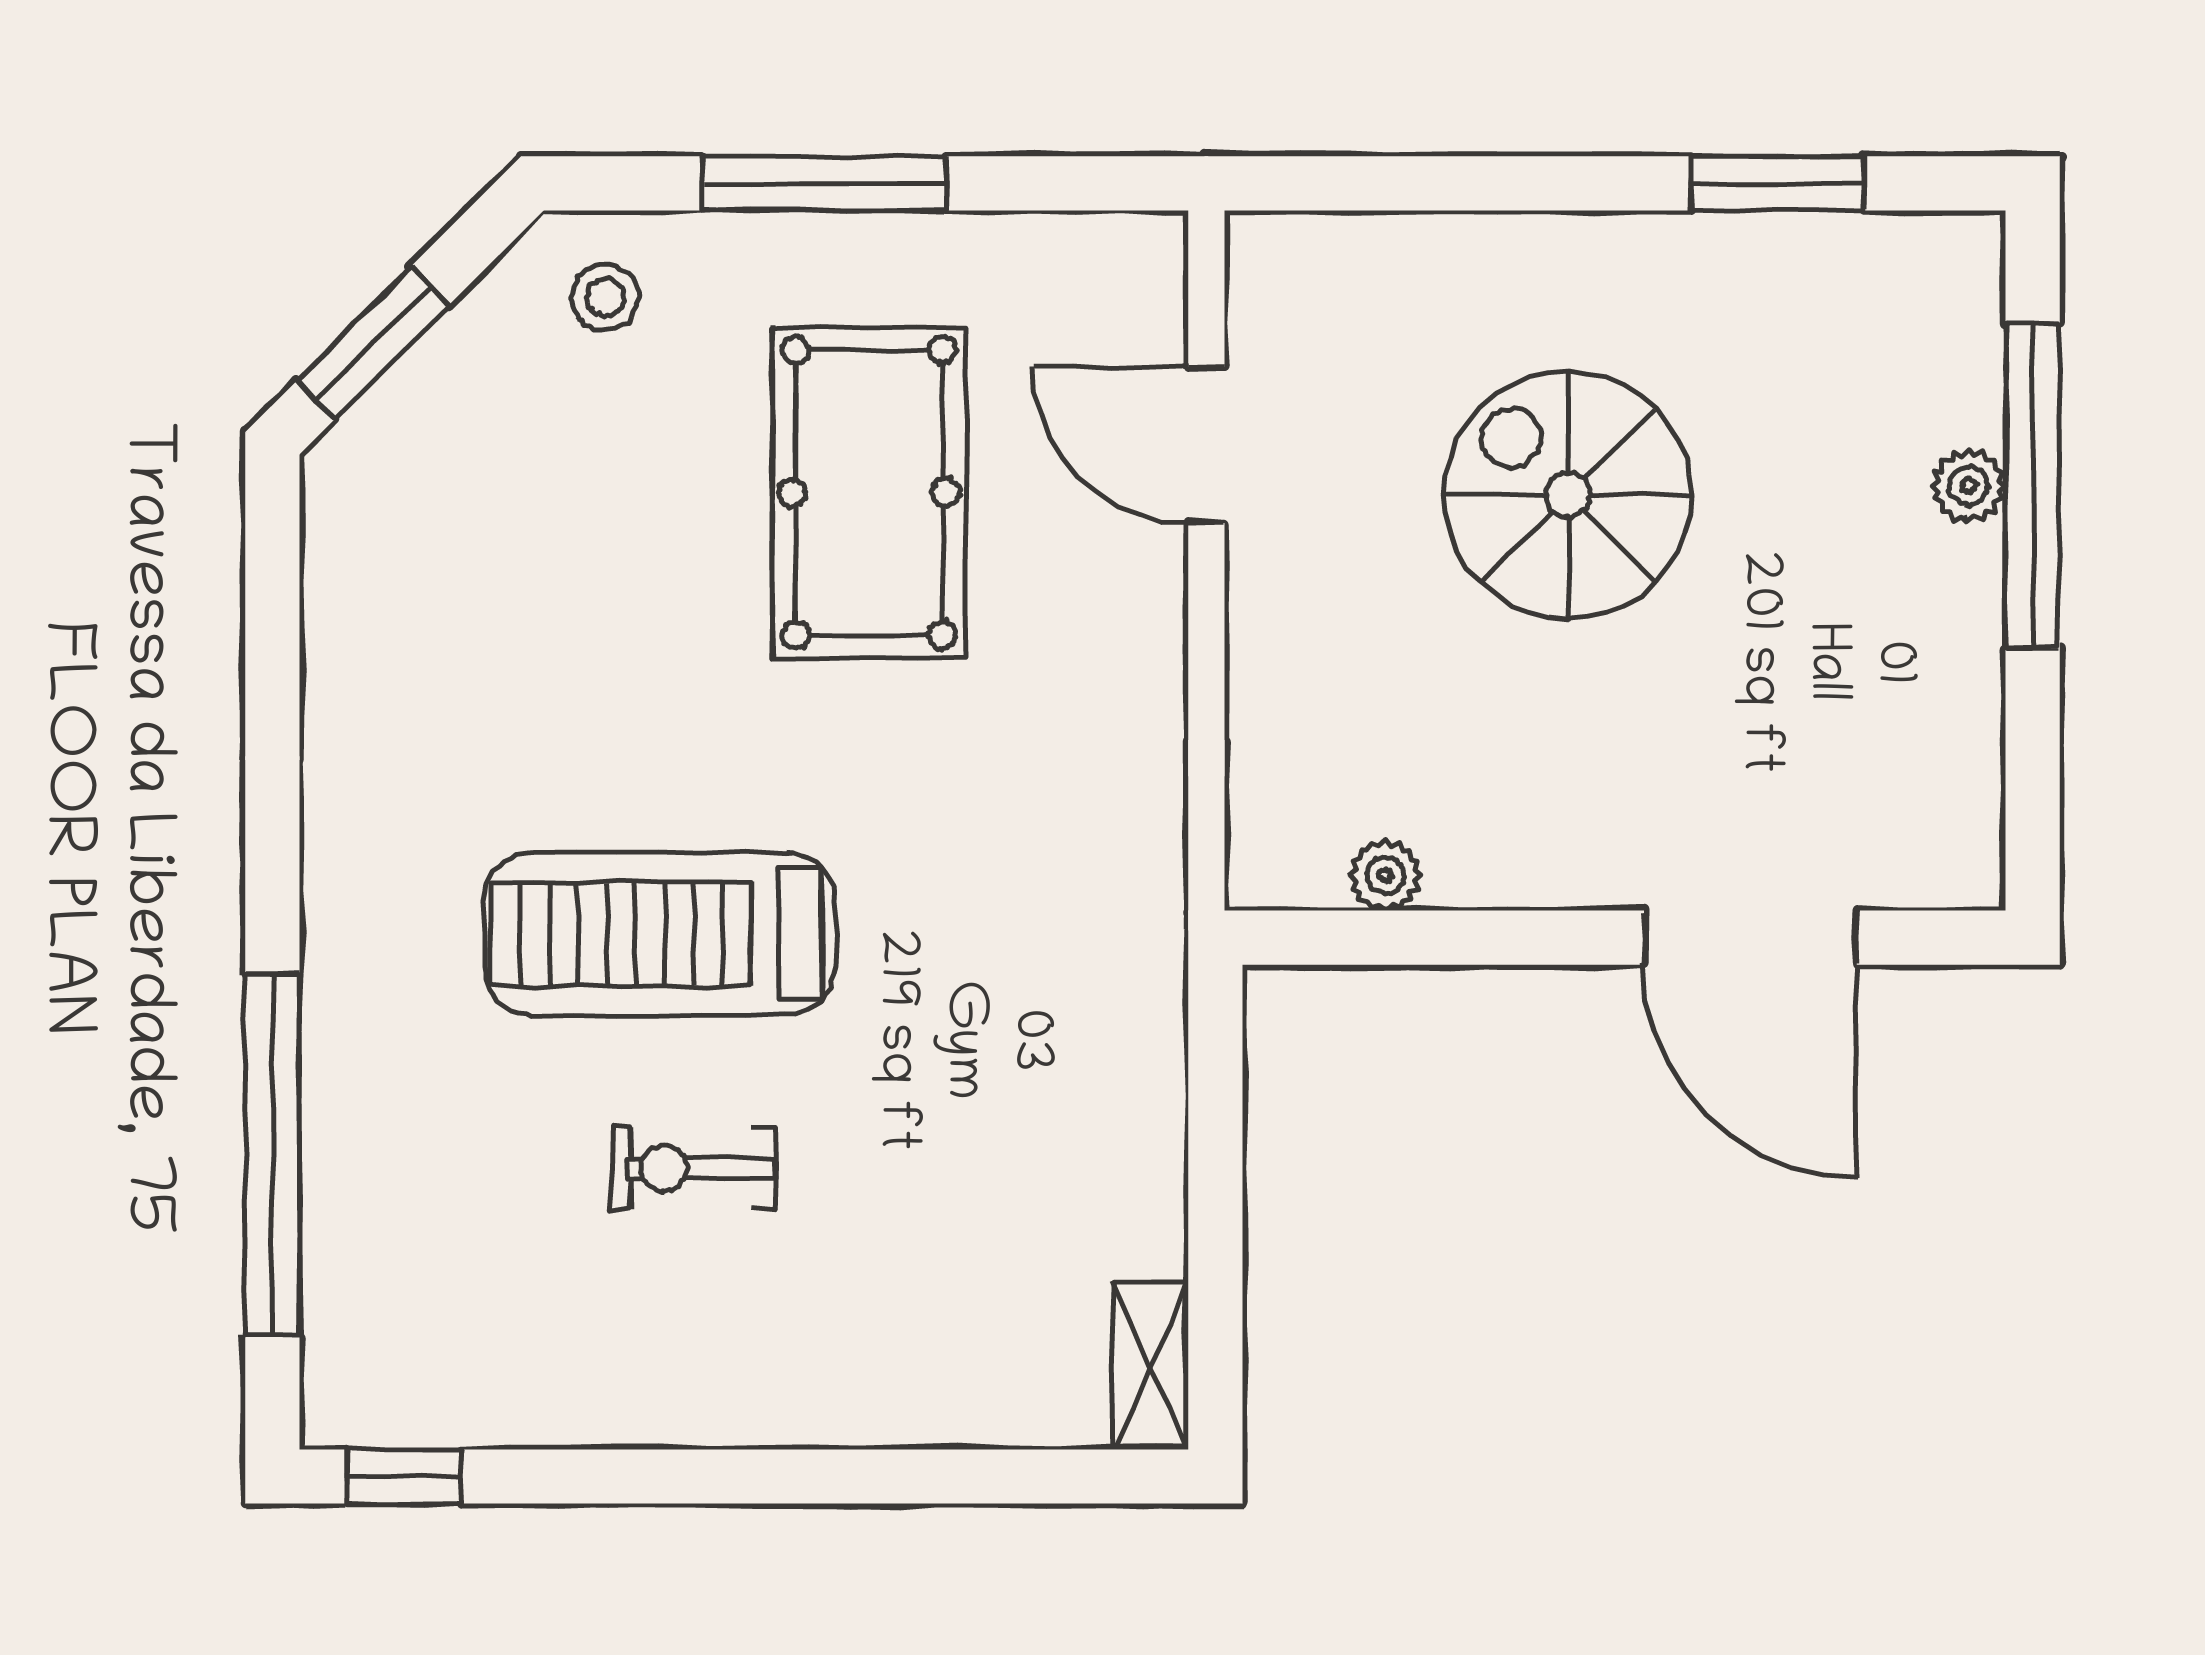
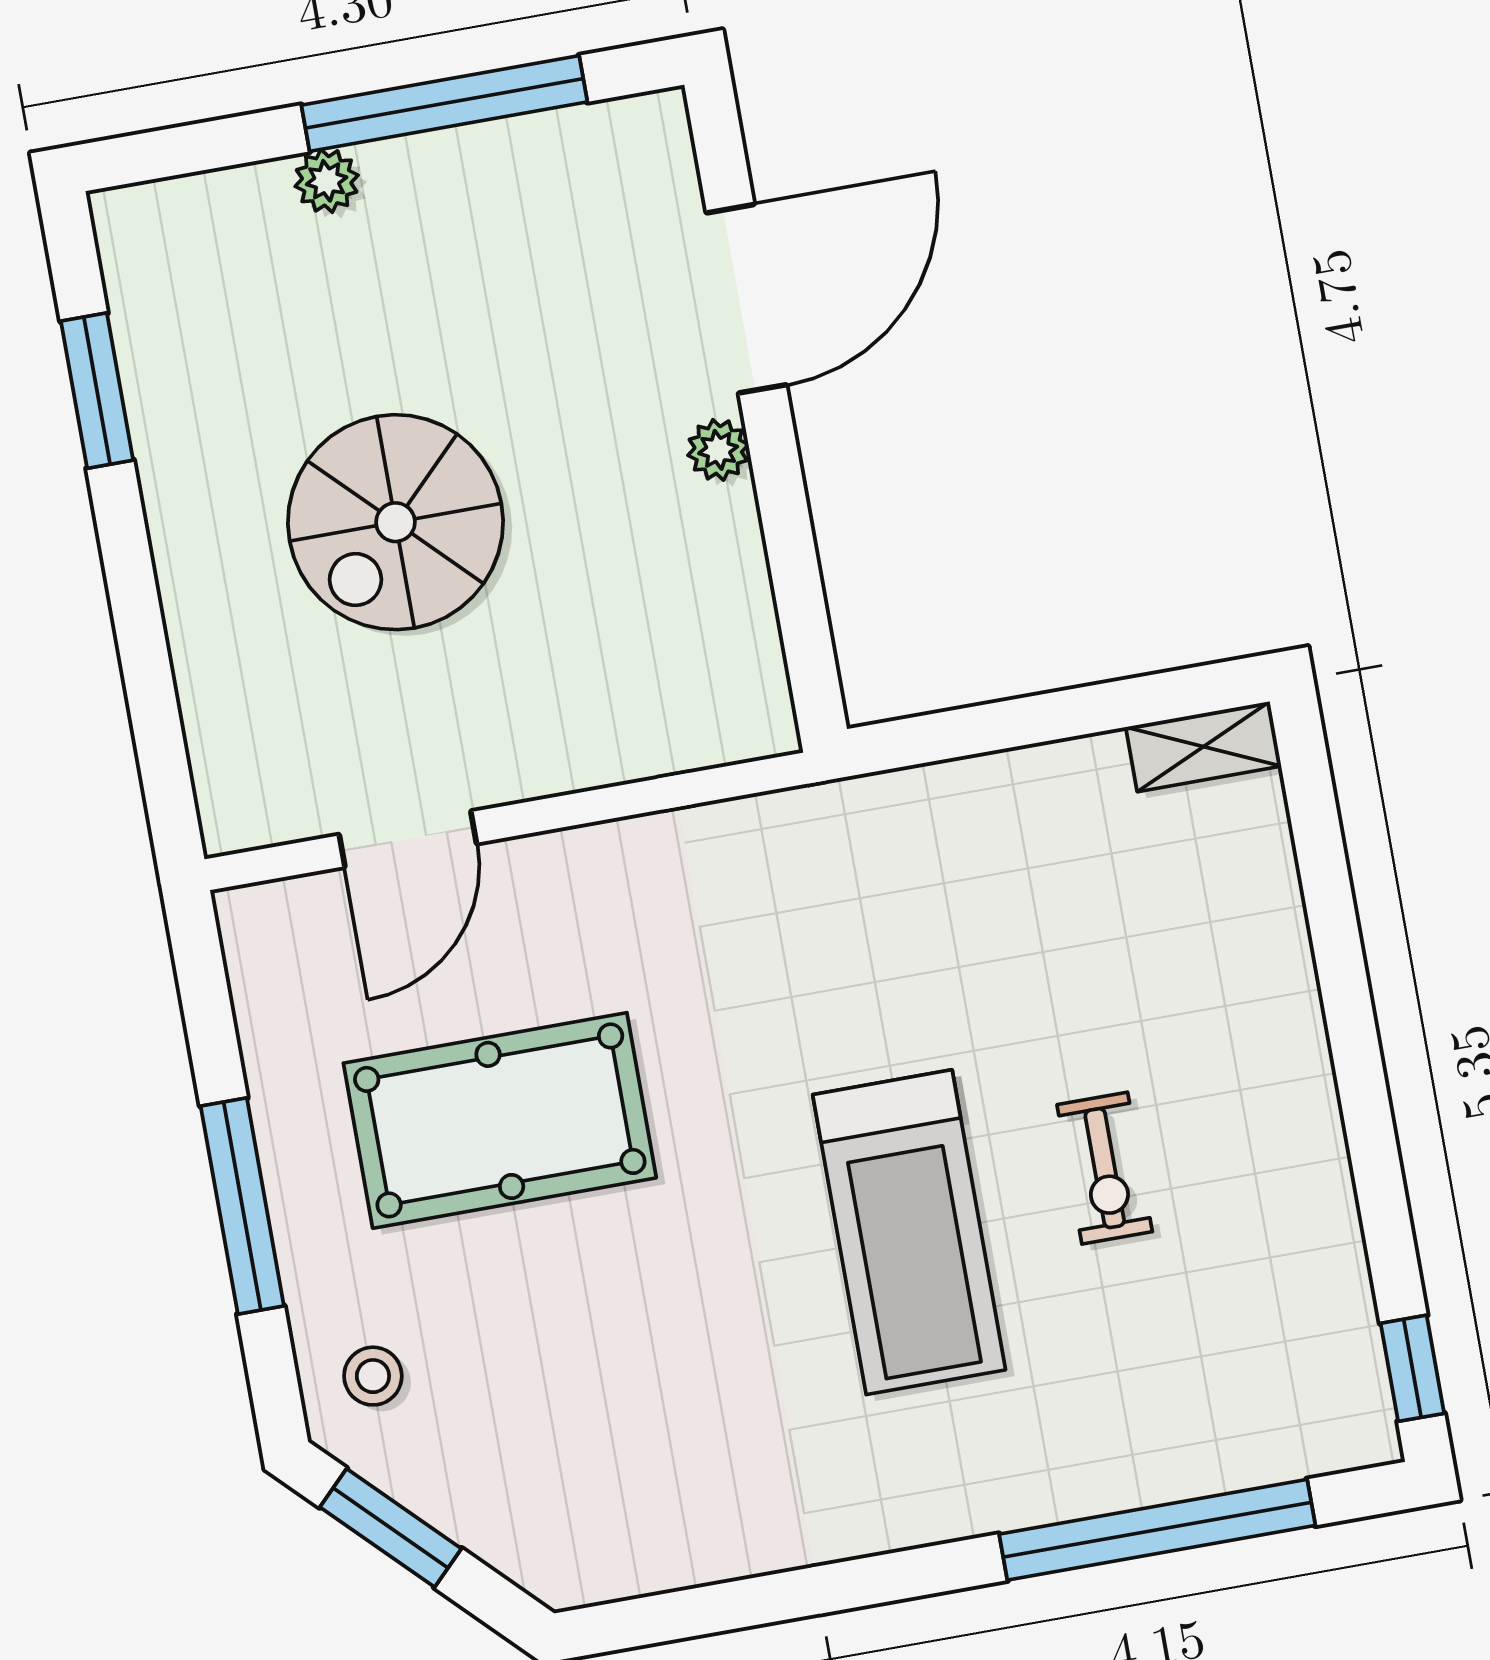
window: (373, 343) -> (391, 1528), moved
window: (2033, 486) -> (444, 103), moved
plant: (1385, 875) -> (718, 450), moved

